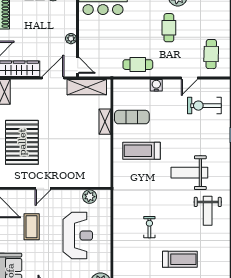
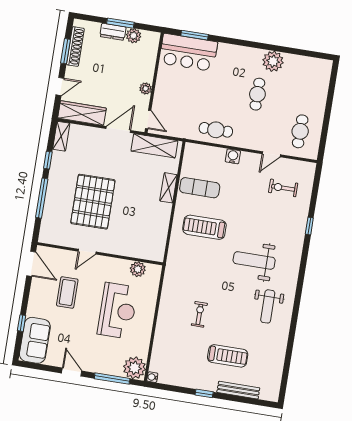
exercise bike: (204, 106) -> (283, 188), width x0.73, depth x0.72
pallet: (22, 142) -> (93, 202), moved

